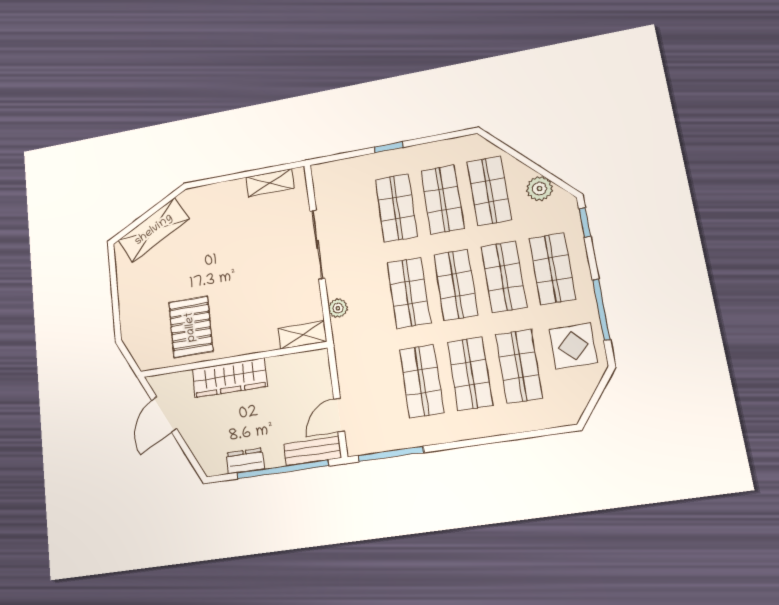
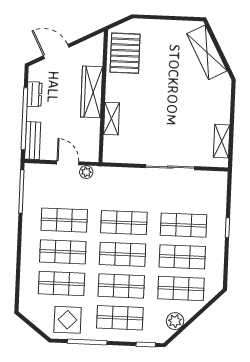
plant: (338, 308) -> (86, 172), moved
pallet: (191, 327) -> (125, 53), moved, turned 90
shelving: (302, 335) -> (112, 119), moved
door: (164, 414) -> (56, 51), moved
door: (339, 415) -> (68, 163), moved

